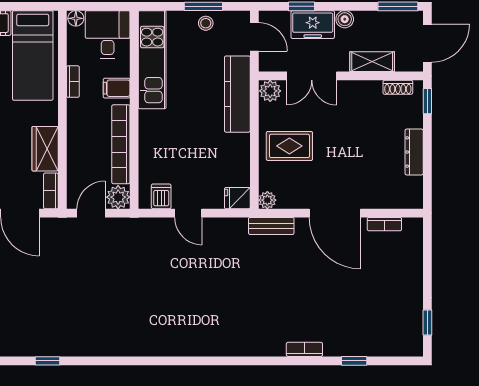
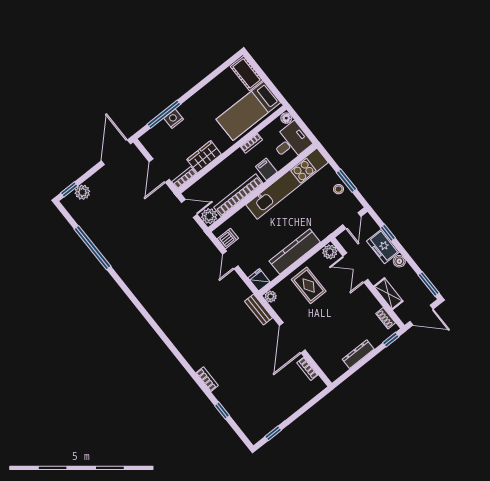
kitchen unit: (152, 60) -> (287, 184), width x1.36
kitchen counter: (237, 94) -> (295, 251), moved
window: (47, 361) -> (93, 248), width x3.17

